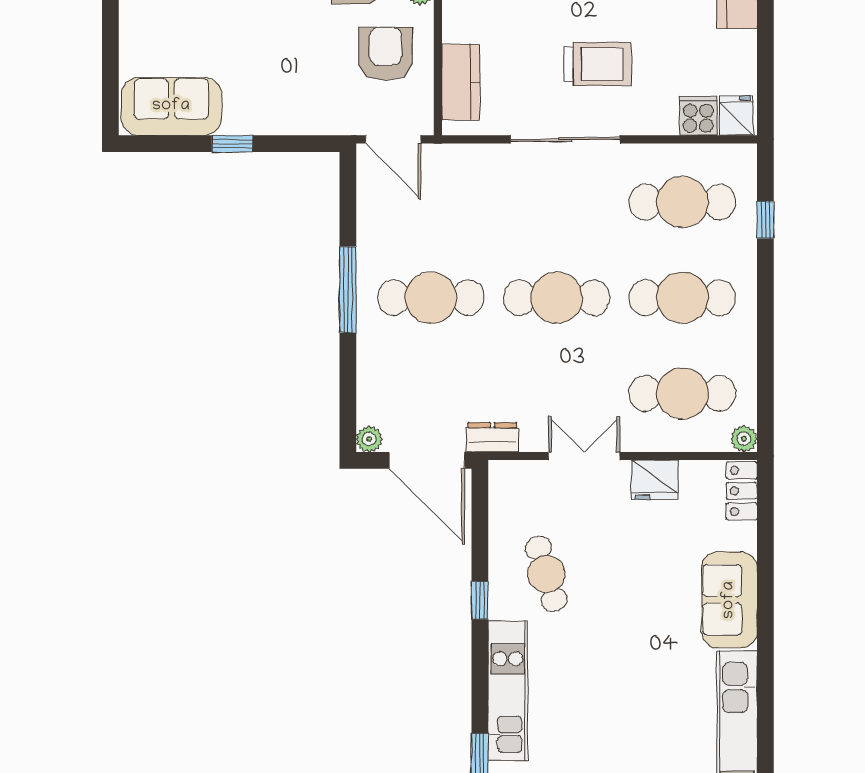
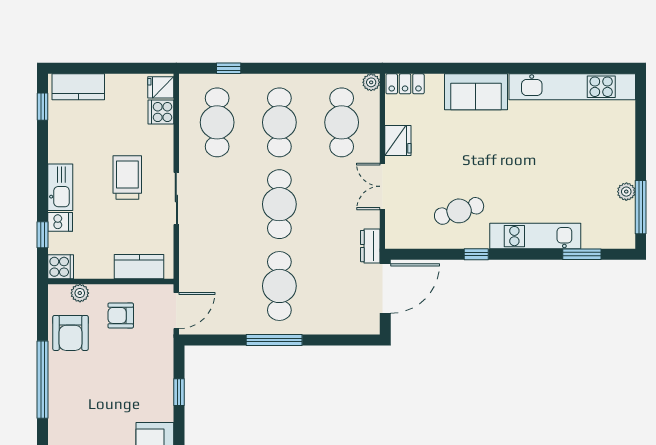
armchair: (386, 54) -> (121, 315), width x0.72, depth x0.72
sliding door: (565, 139) -> (176, 199), width x0.73
window: (232, 144) -> (179, 392), moved
plant: (369, 439) -> (371, 326), removed

